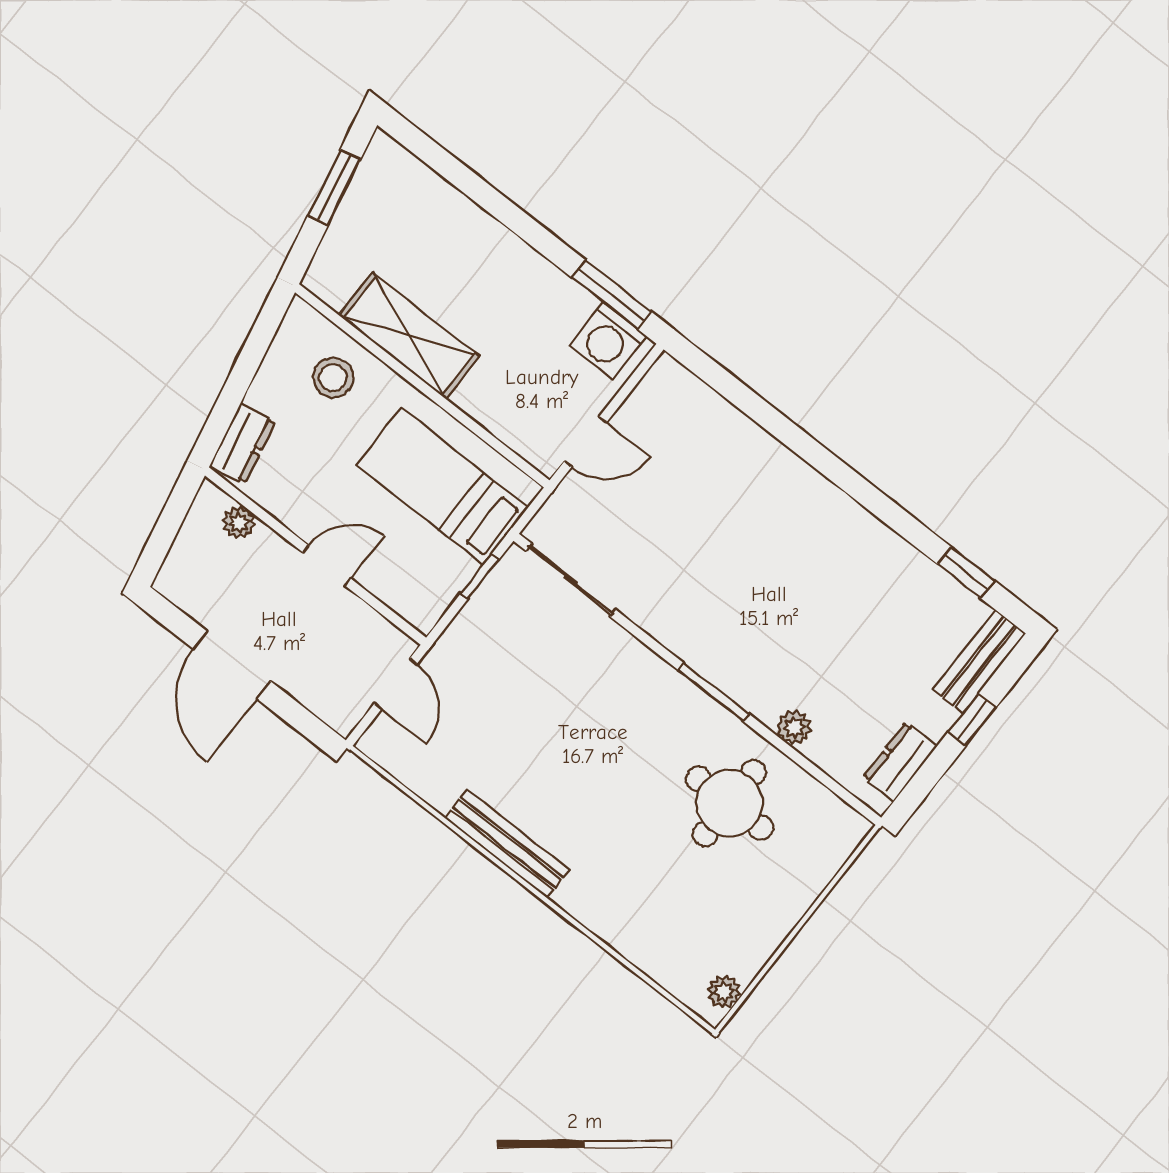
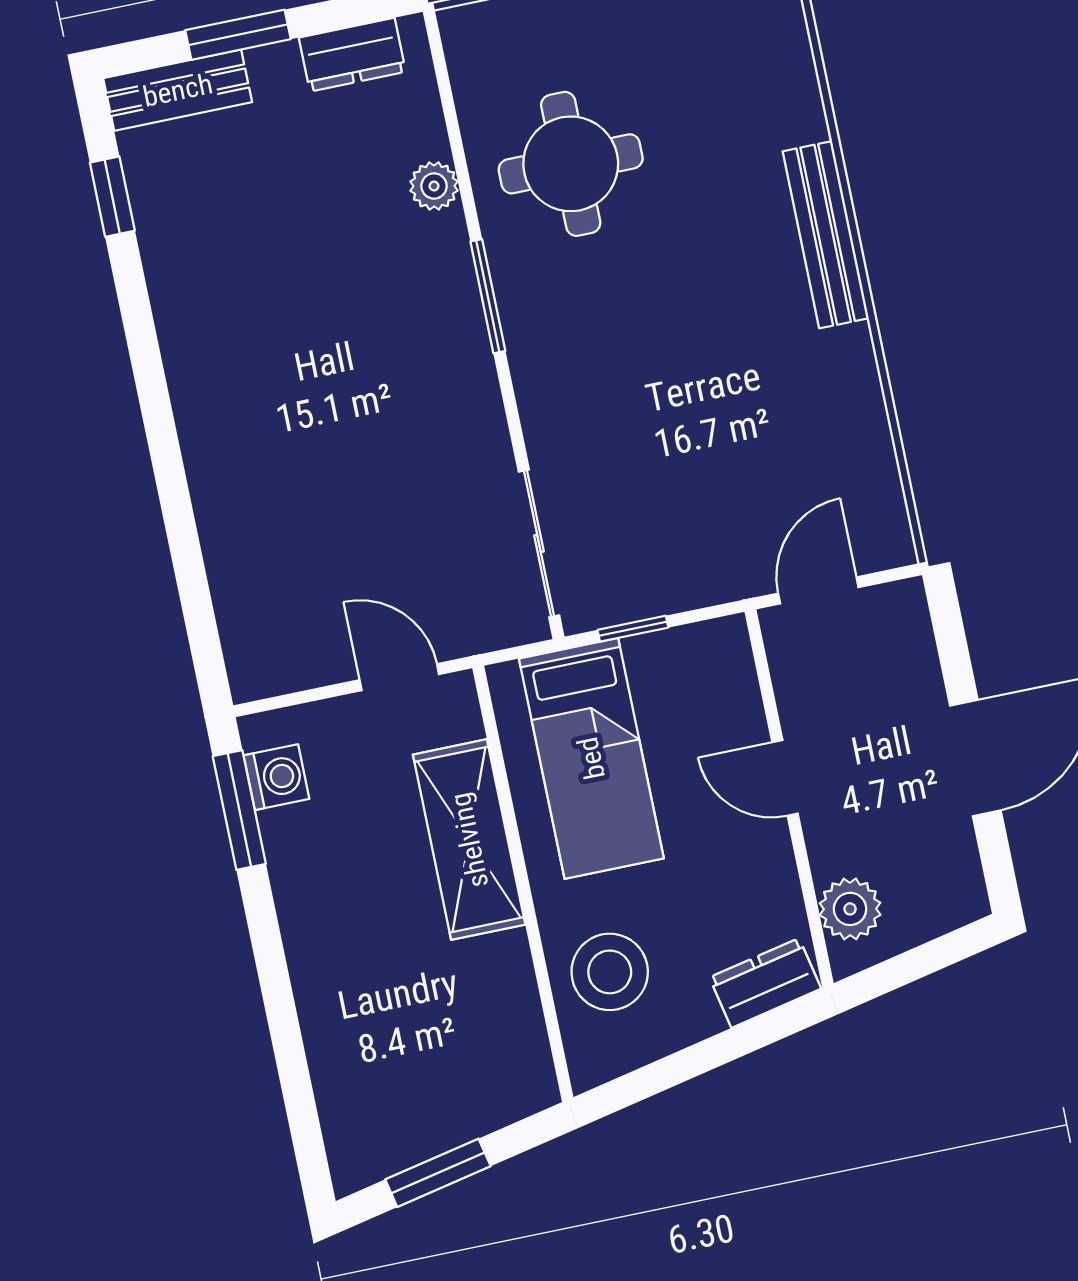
shelving: (409, 336) -> (469, 840), moved
washing machine: (608, 341) -> (276, 777), width x0.73, depth x0.73
stool: (333, 378) -> (610, 972), width x1.38, depth x1.38
plant: (239, 523) -> (850, 909), width x1.38, depth x1.38
window: (972, 720) -> (238, 35), width x1.50
bench: (507, 844) -> (826, 235), moved

